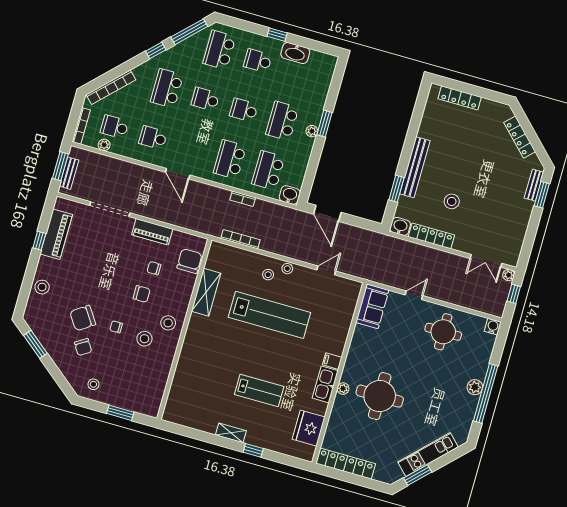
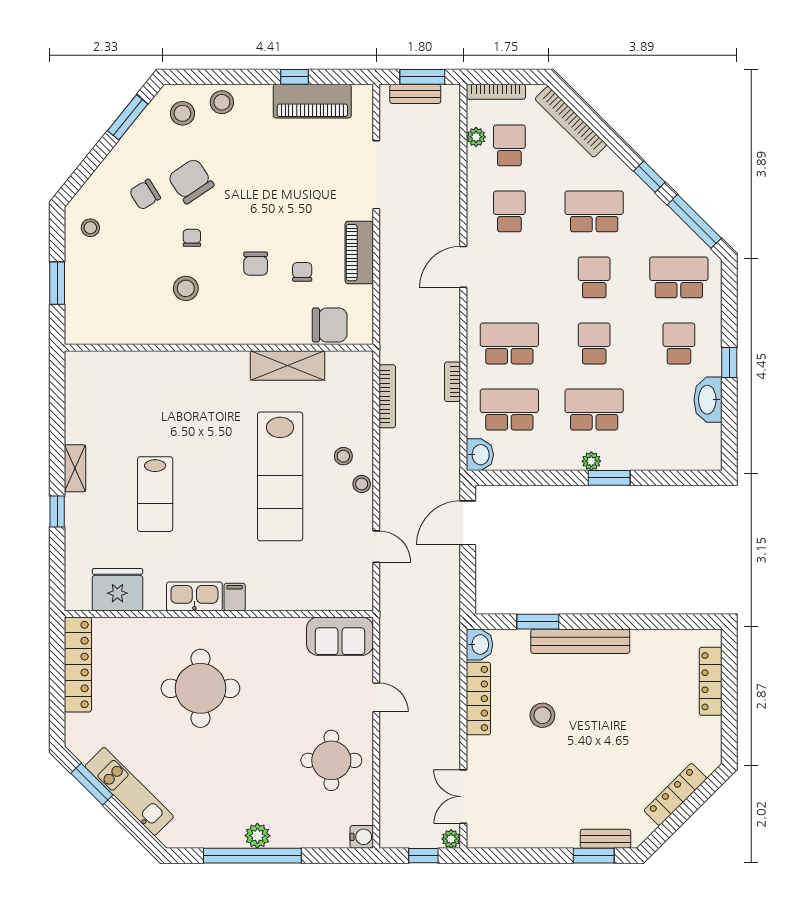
stool: (168, 323) -> (182, 113), moved
plant: (343, 389) -> (196, 627), removed

